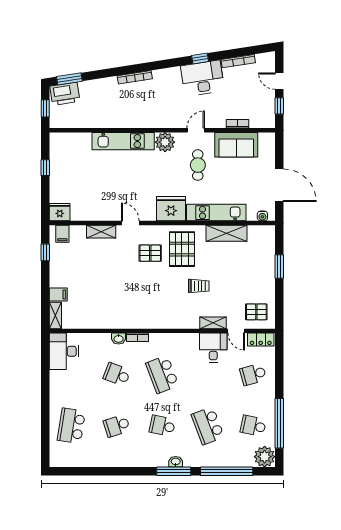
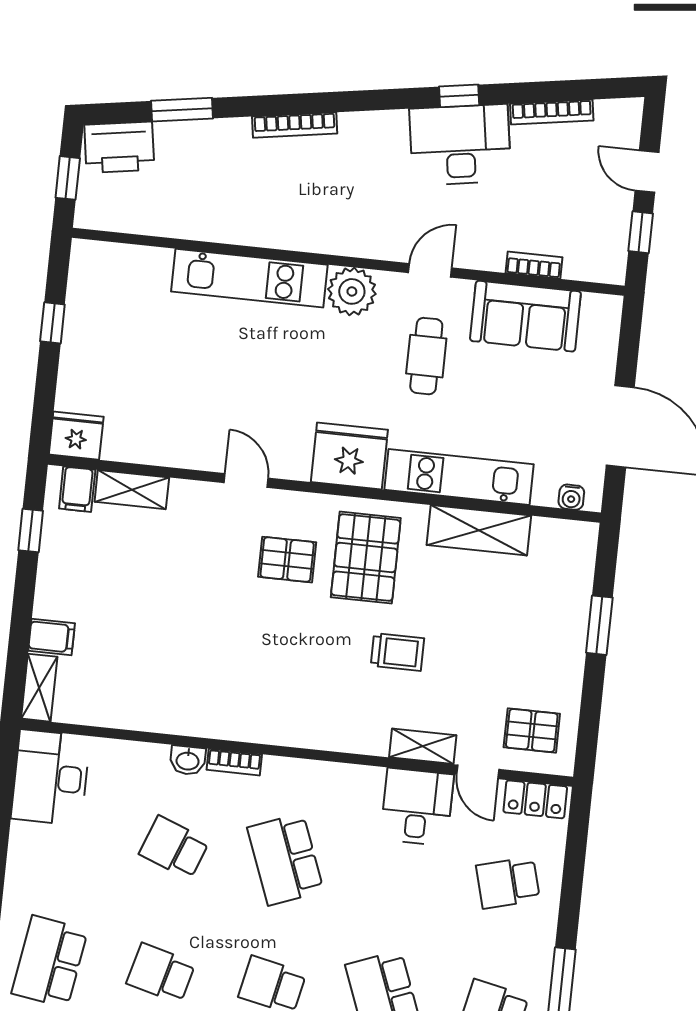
window: (69, 79) -> (182, 110), moved
shelving: (101, 232) -> (132, 490), moved
school desk: (117, 426) -> (161, 973), turned 33

